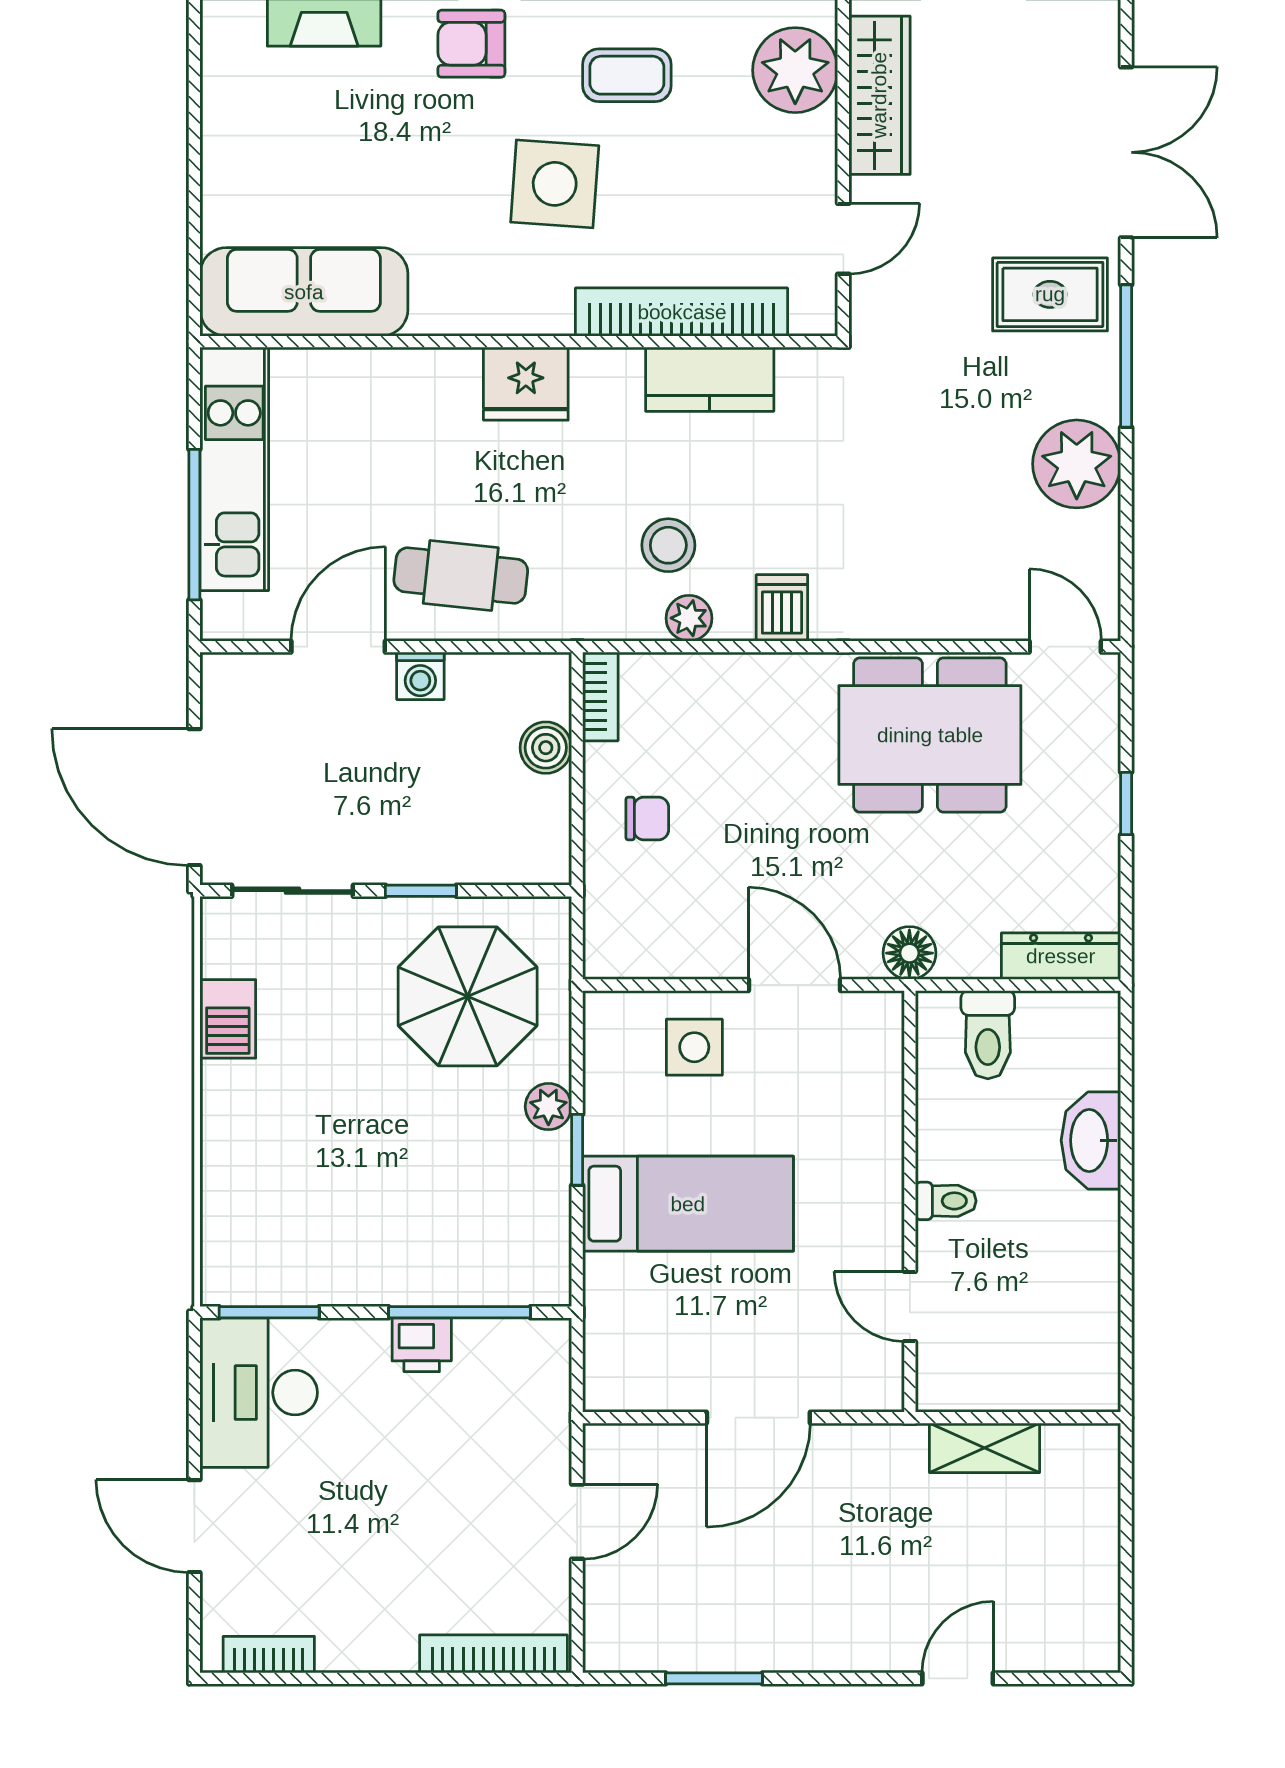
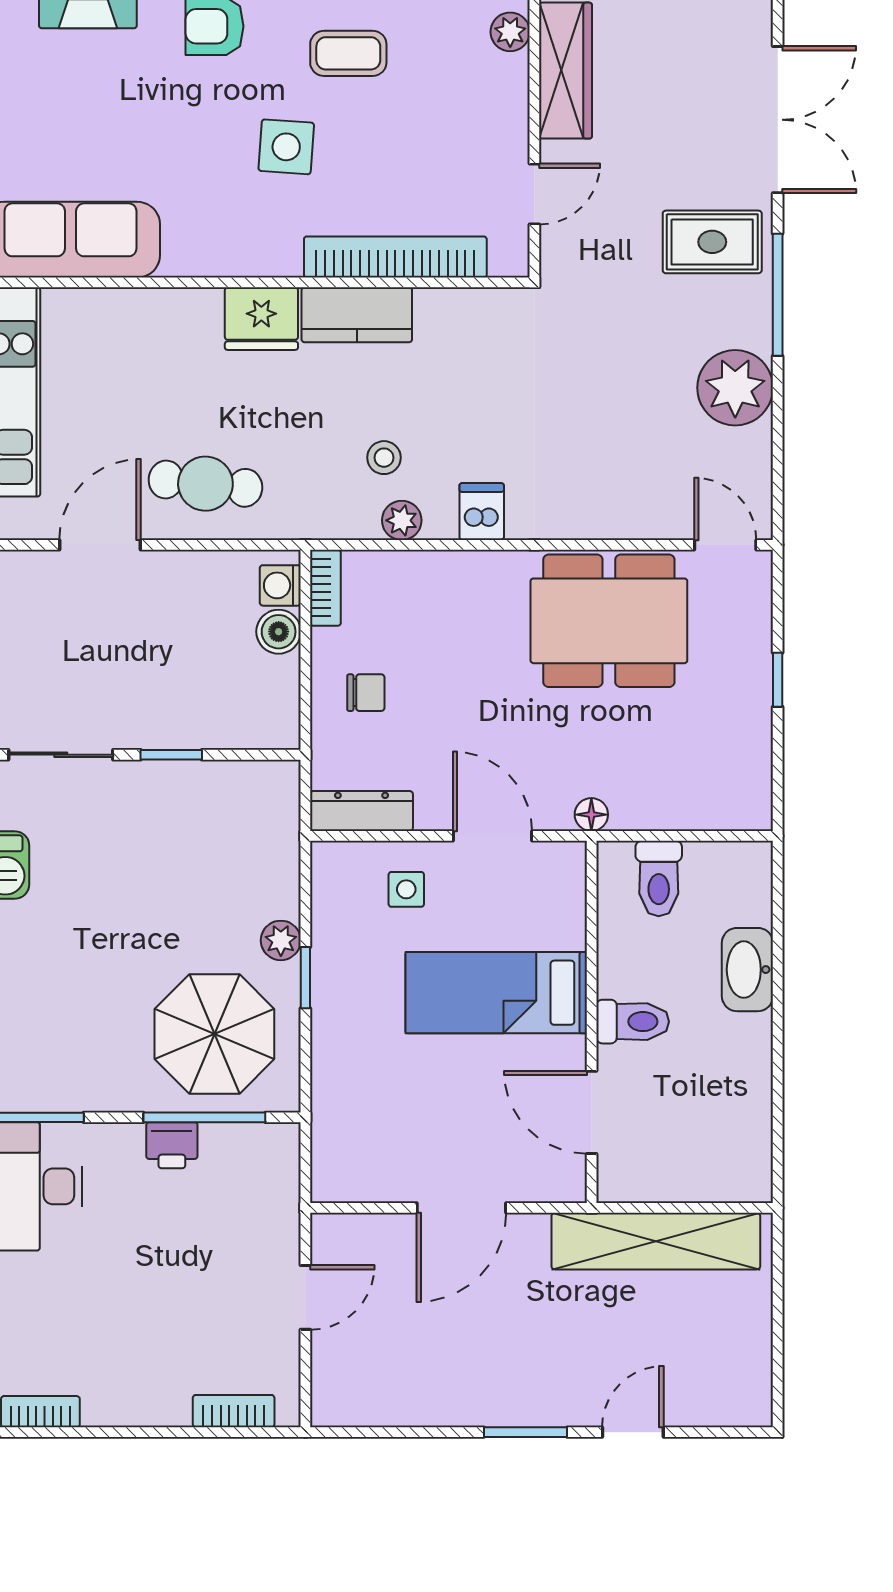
plant: (795, 70) -> (510, 32), width x0.53, depth x0.53
side table: (555, 184) -> (286, 147), width x0.73, depth x0.73
kitchen counter: (710, 379) -> (357, 315), moved
stool: (668, 545) -> (384, 458), width x0.73, depth x0.73
washing machine: (420, 676) -> (280, 585), moved, turned 90
floor lamp: (909, 953) -> (591, 815), width x0.73, depth x0.73
dresser: (1061, 956) -> (362, 811), moved
parasol: (468, 996) -> (214, 1034), moved
side table: (694, 1047) -> (406, 889), width x0.73, depth x0.73
toilet: (946, 1201) -> (633, 1022), width x1.37, depth x1.39
bed: (688, 1204) -> (496, 993), moved, turned 180
door: (910, 1306) -> (592, 1112), width x1.38
shelving: (984, 1448) -> (656, 1241), width x2.20, depth x1.33
bookcase: (493, 1654) -> (234, 1411), width x0.64
window: (714, 1678) -> (526, 1432), moved

